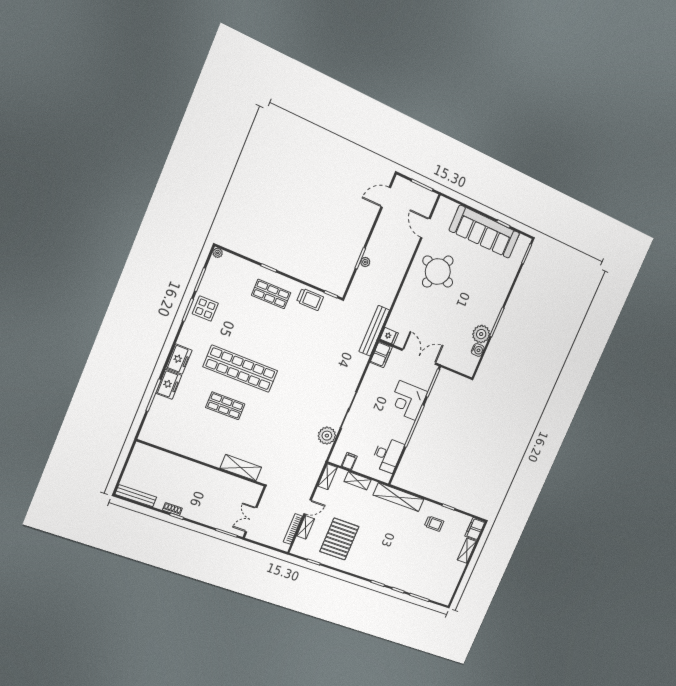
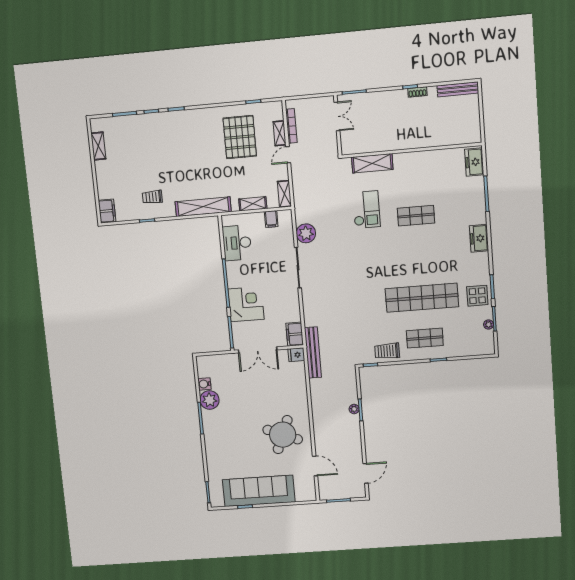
plant: (218, 253) -> (489, 325), moved
shop shelf: (240, 369) -> (422, 298), moved
freezer: (169, 384) -> (474, 162), moved
checkout: (266, 431) -> (366, 210), added
shelving: (467, 551) -> (98, 146), moved

